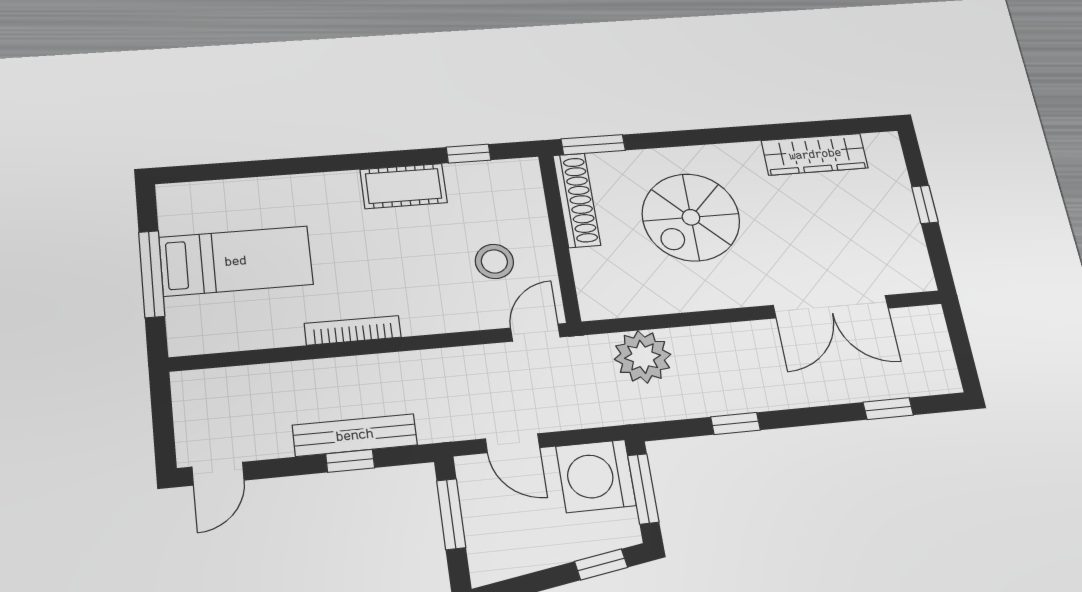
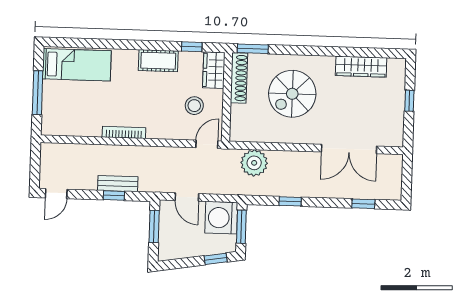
wardrobe: (522, 191) -> (214, 70), added
bed: (236, 261) -> (77, 65), moved
bench: (355, 435) -> (118, 184), width x0.73

